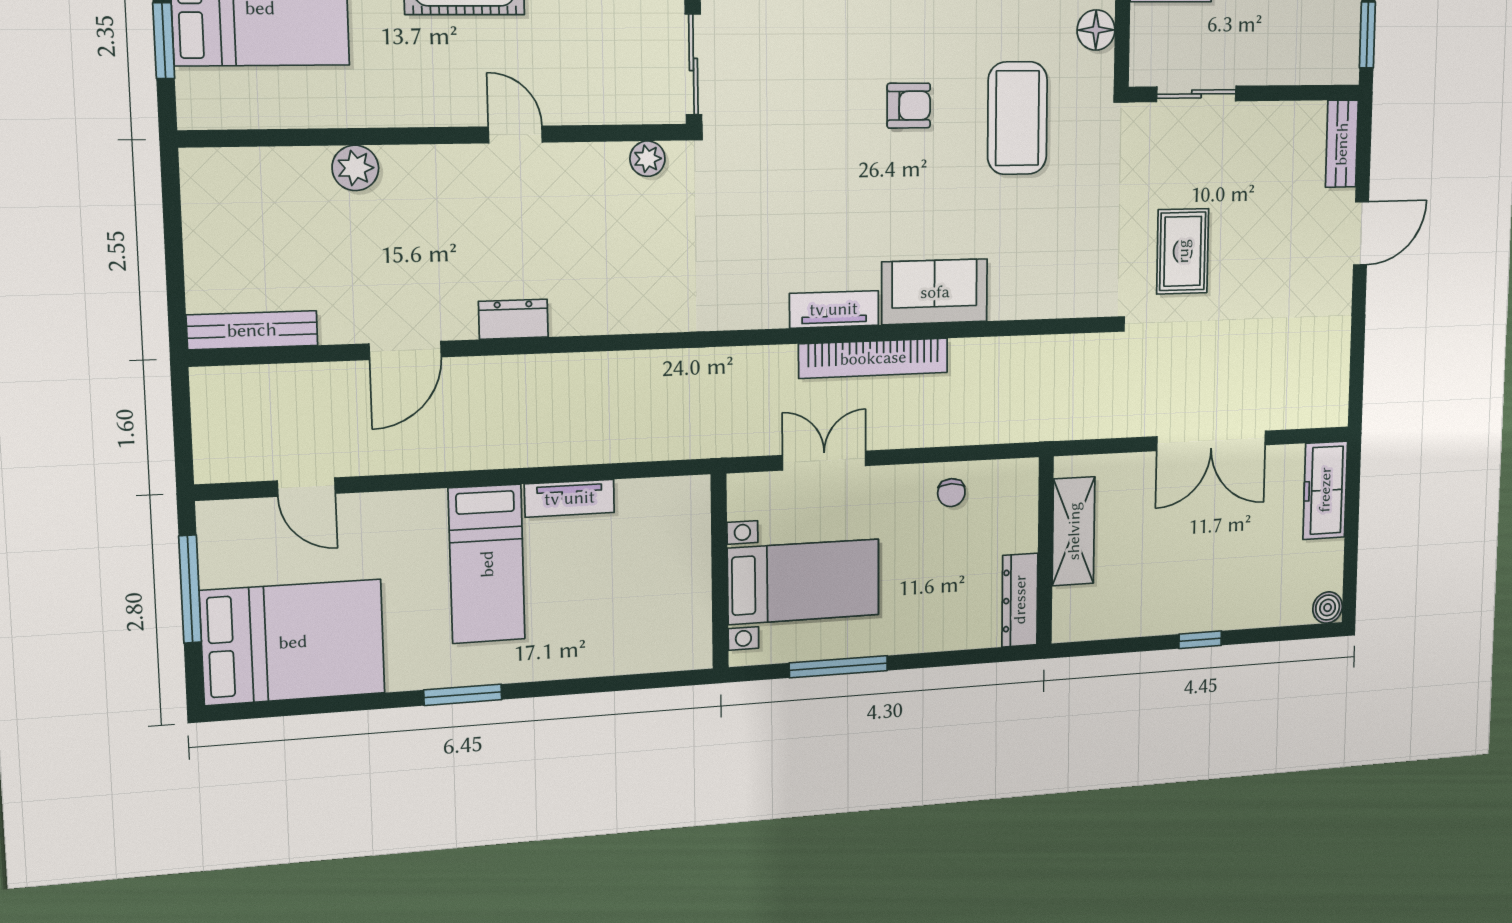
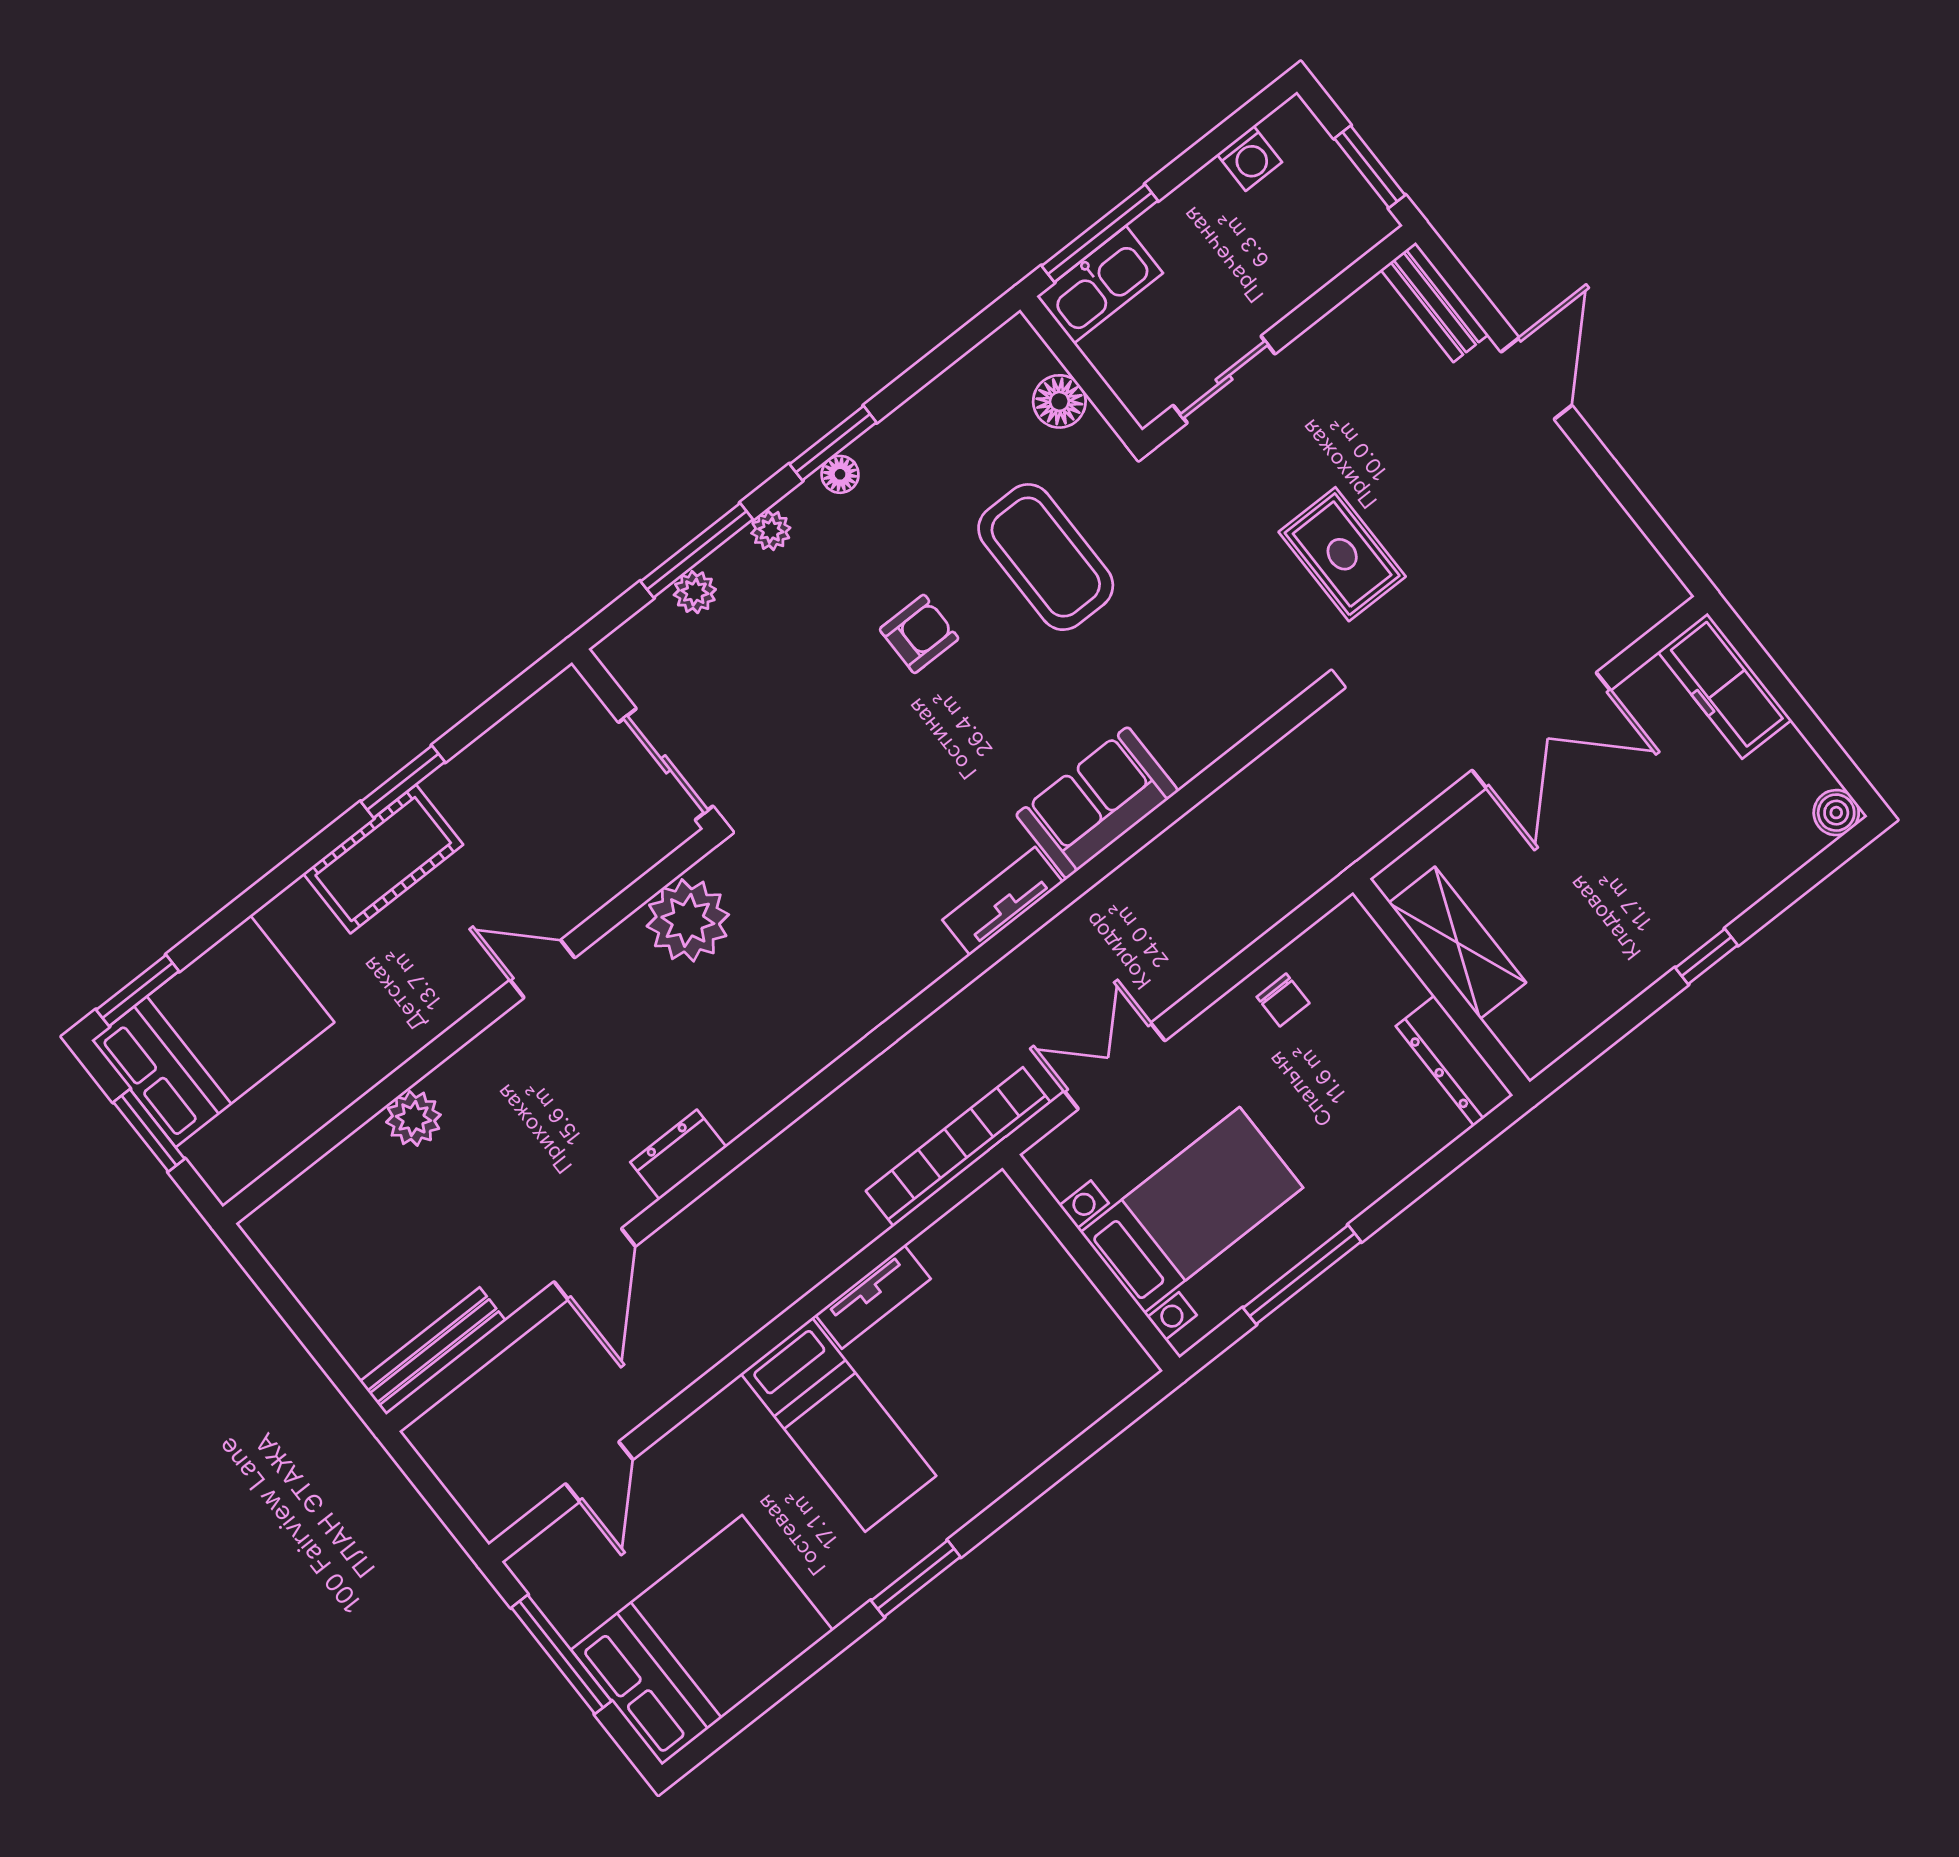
plant: (647, 159) -> (688, 920), width x1.87, depth x1.87
bookcase: (873, 358) -> (958, 1147), moved, turned 180
door: (306, 487) -> (599, 1472), hinge flipped

